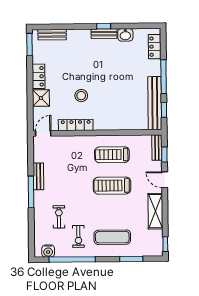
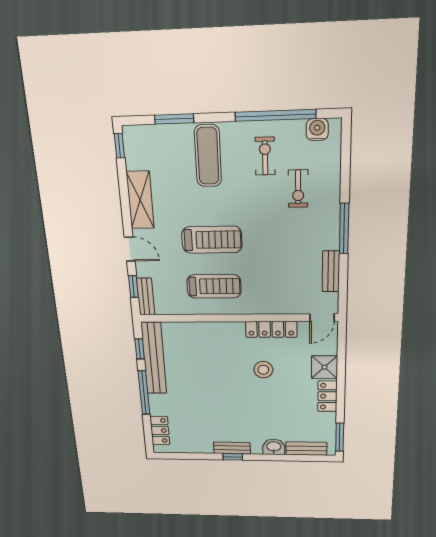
washbasin: (125, 35) -> (274, 447), moved
bench: (38, 176) -> (331, 271), moved
exercise mat: (112, 237) -> (208, 156), turned 90

